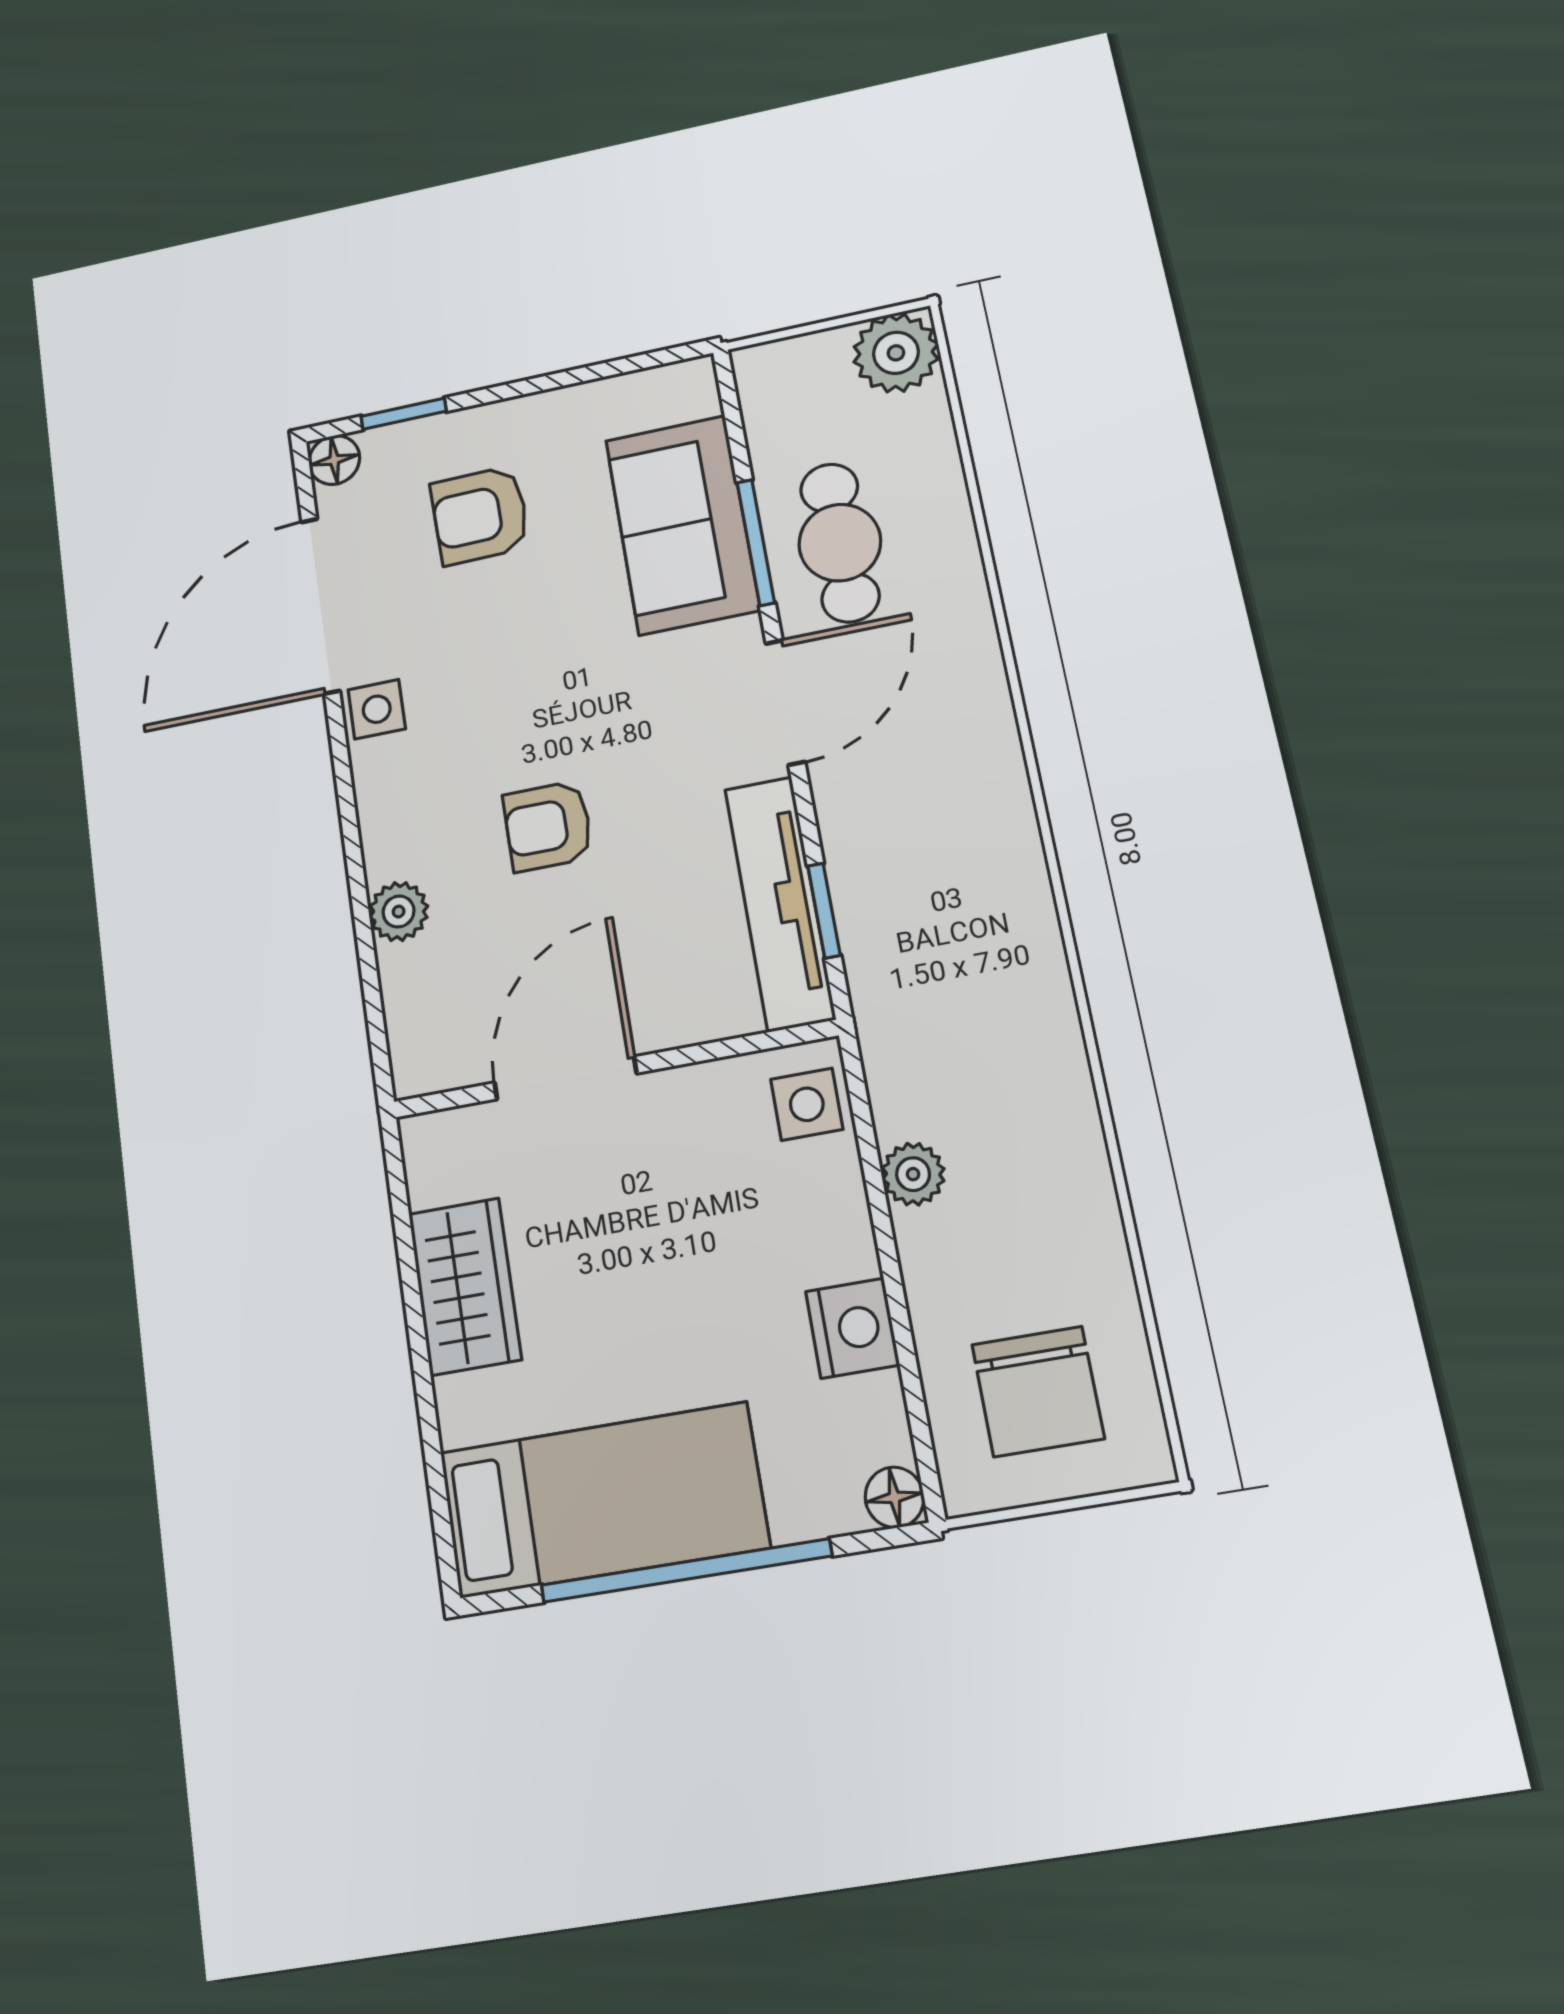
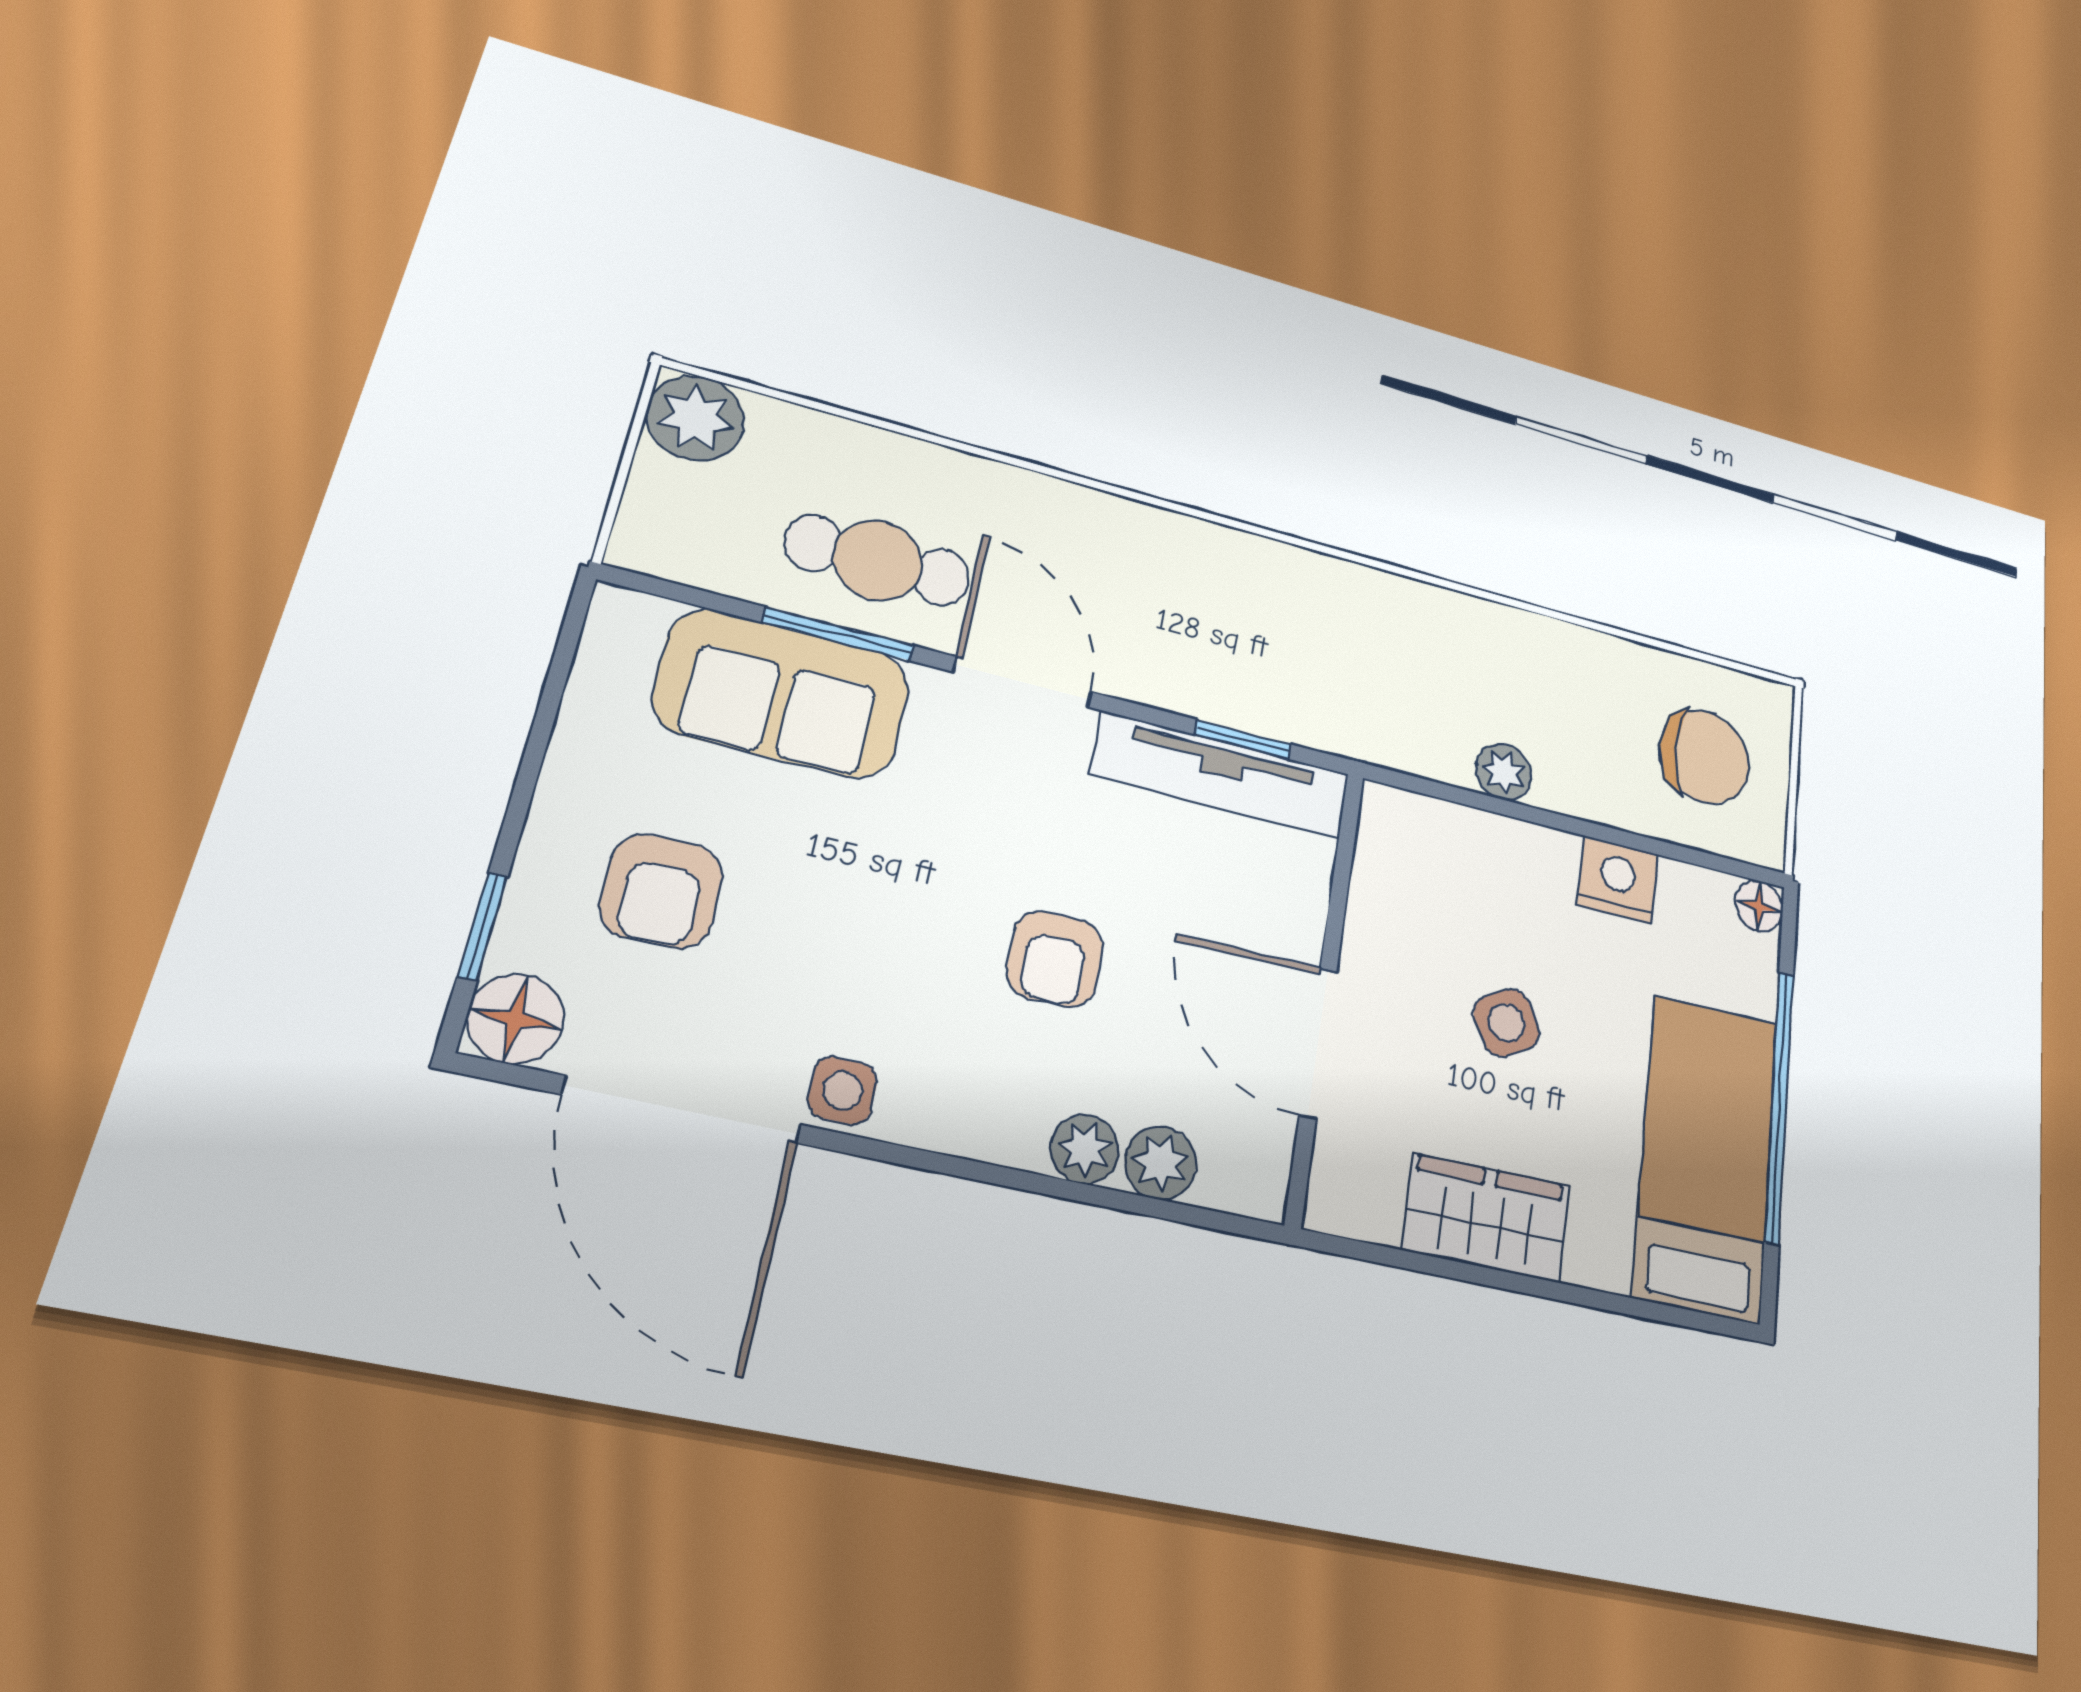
floor lamp: (334, 460) -> (516, 1019), width x1.37, depth x1.37
plant: (409, 978) -> (1160, 1163), added
side table: (807, 1104) -> (1507, 1023), moved, turned -30

